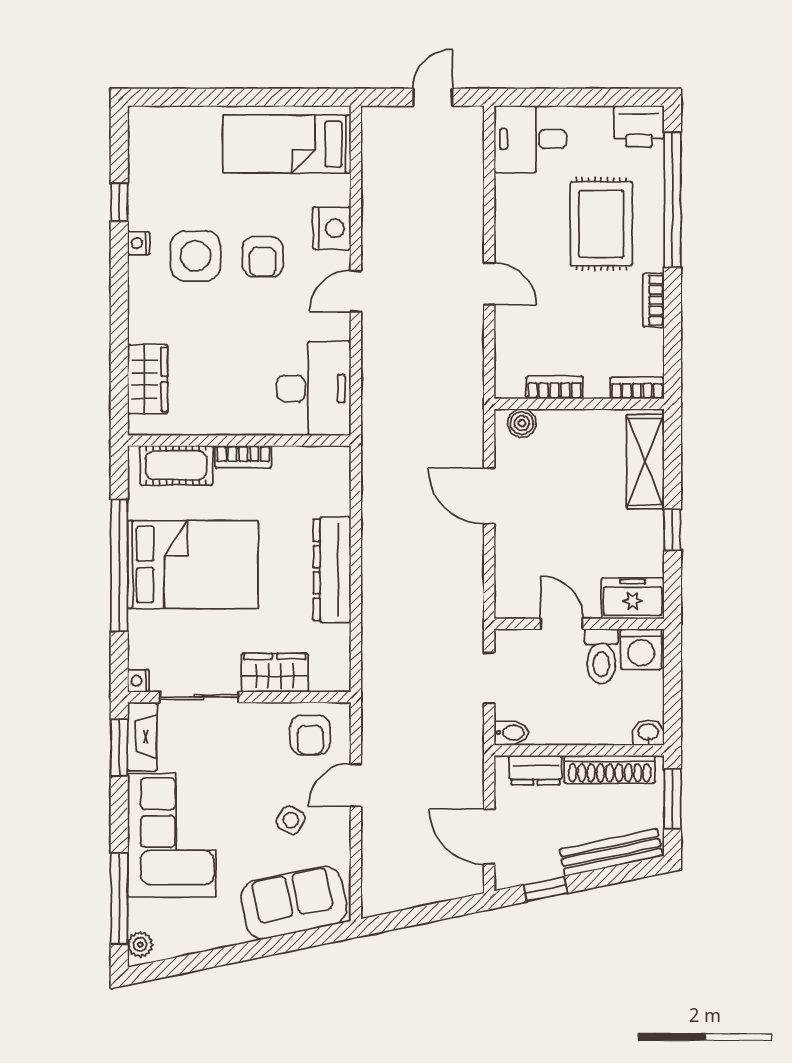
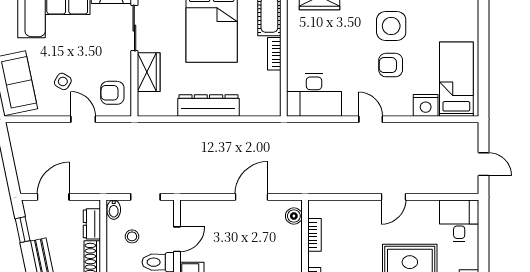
nightstand: (332, 228) -> (426, 105), moved
door: (489, 284) -> (393, 197), moved
stool: (557, 701) -> (132, 236), added

